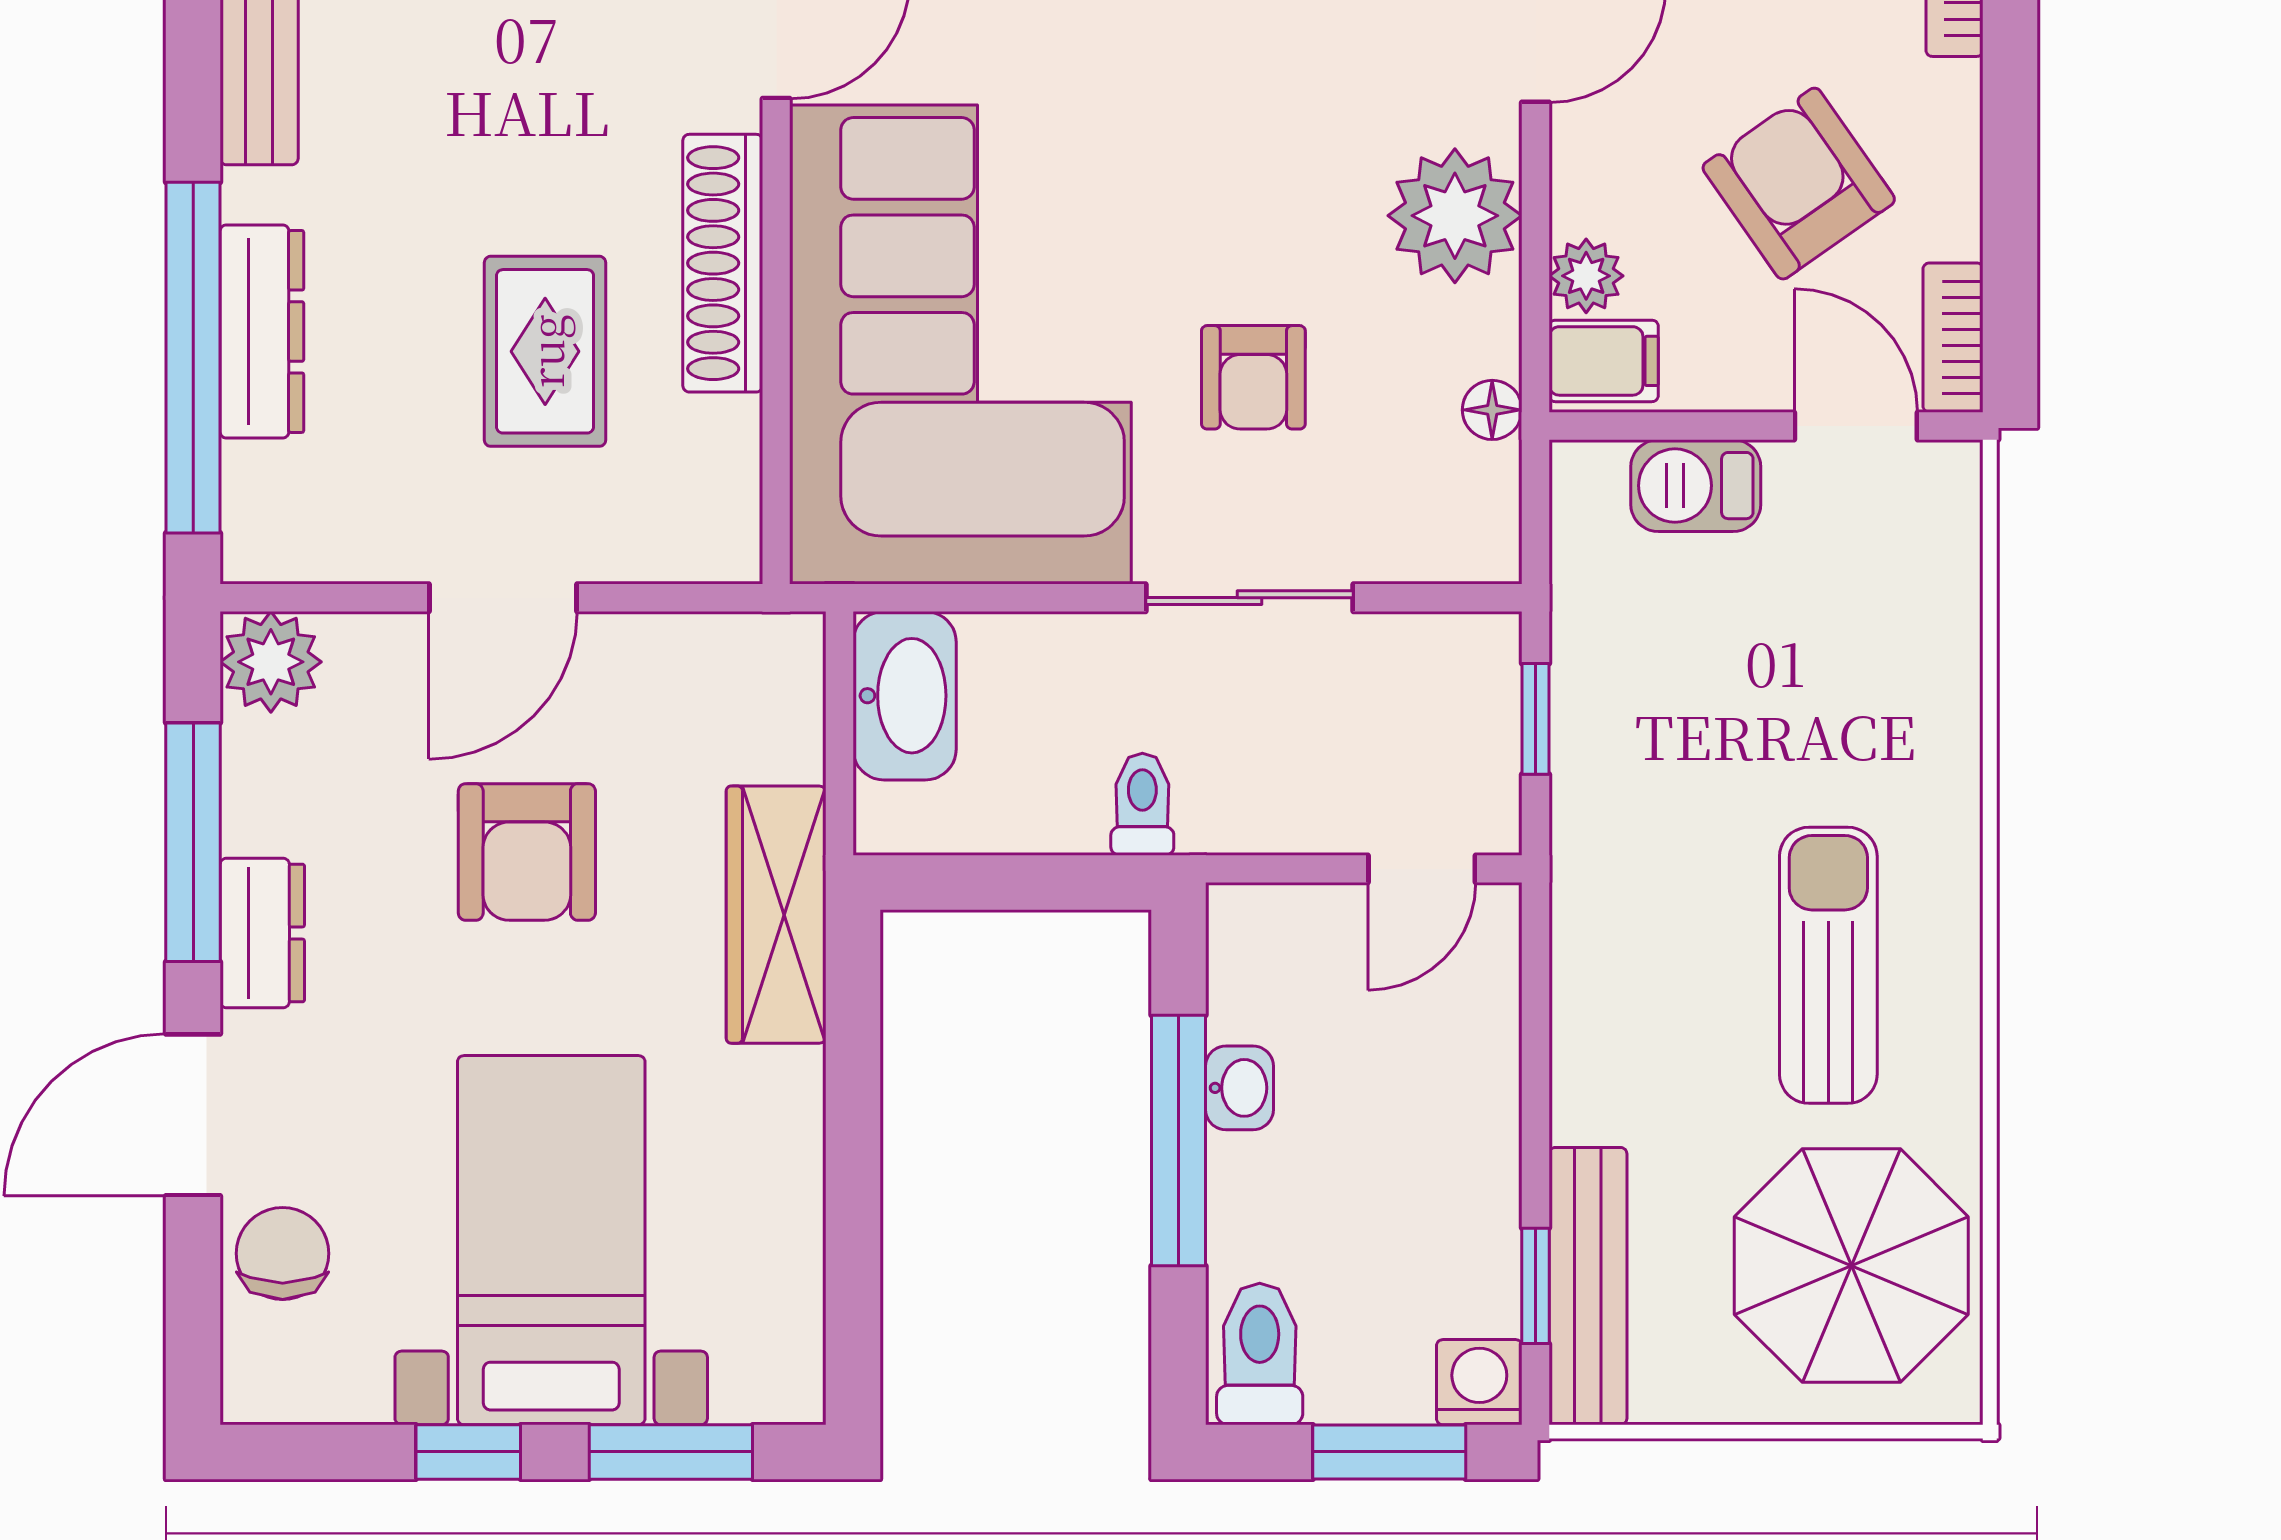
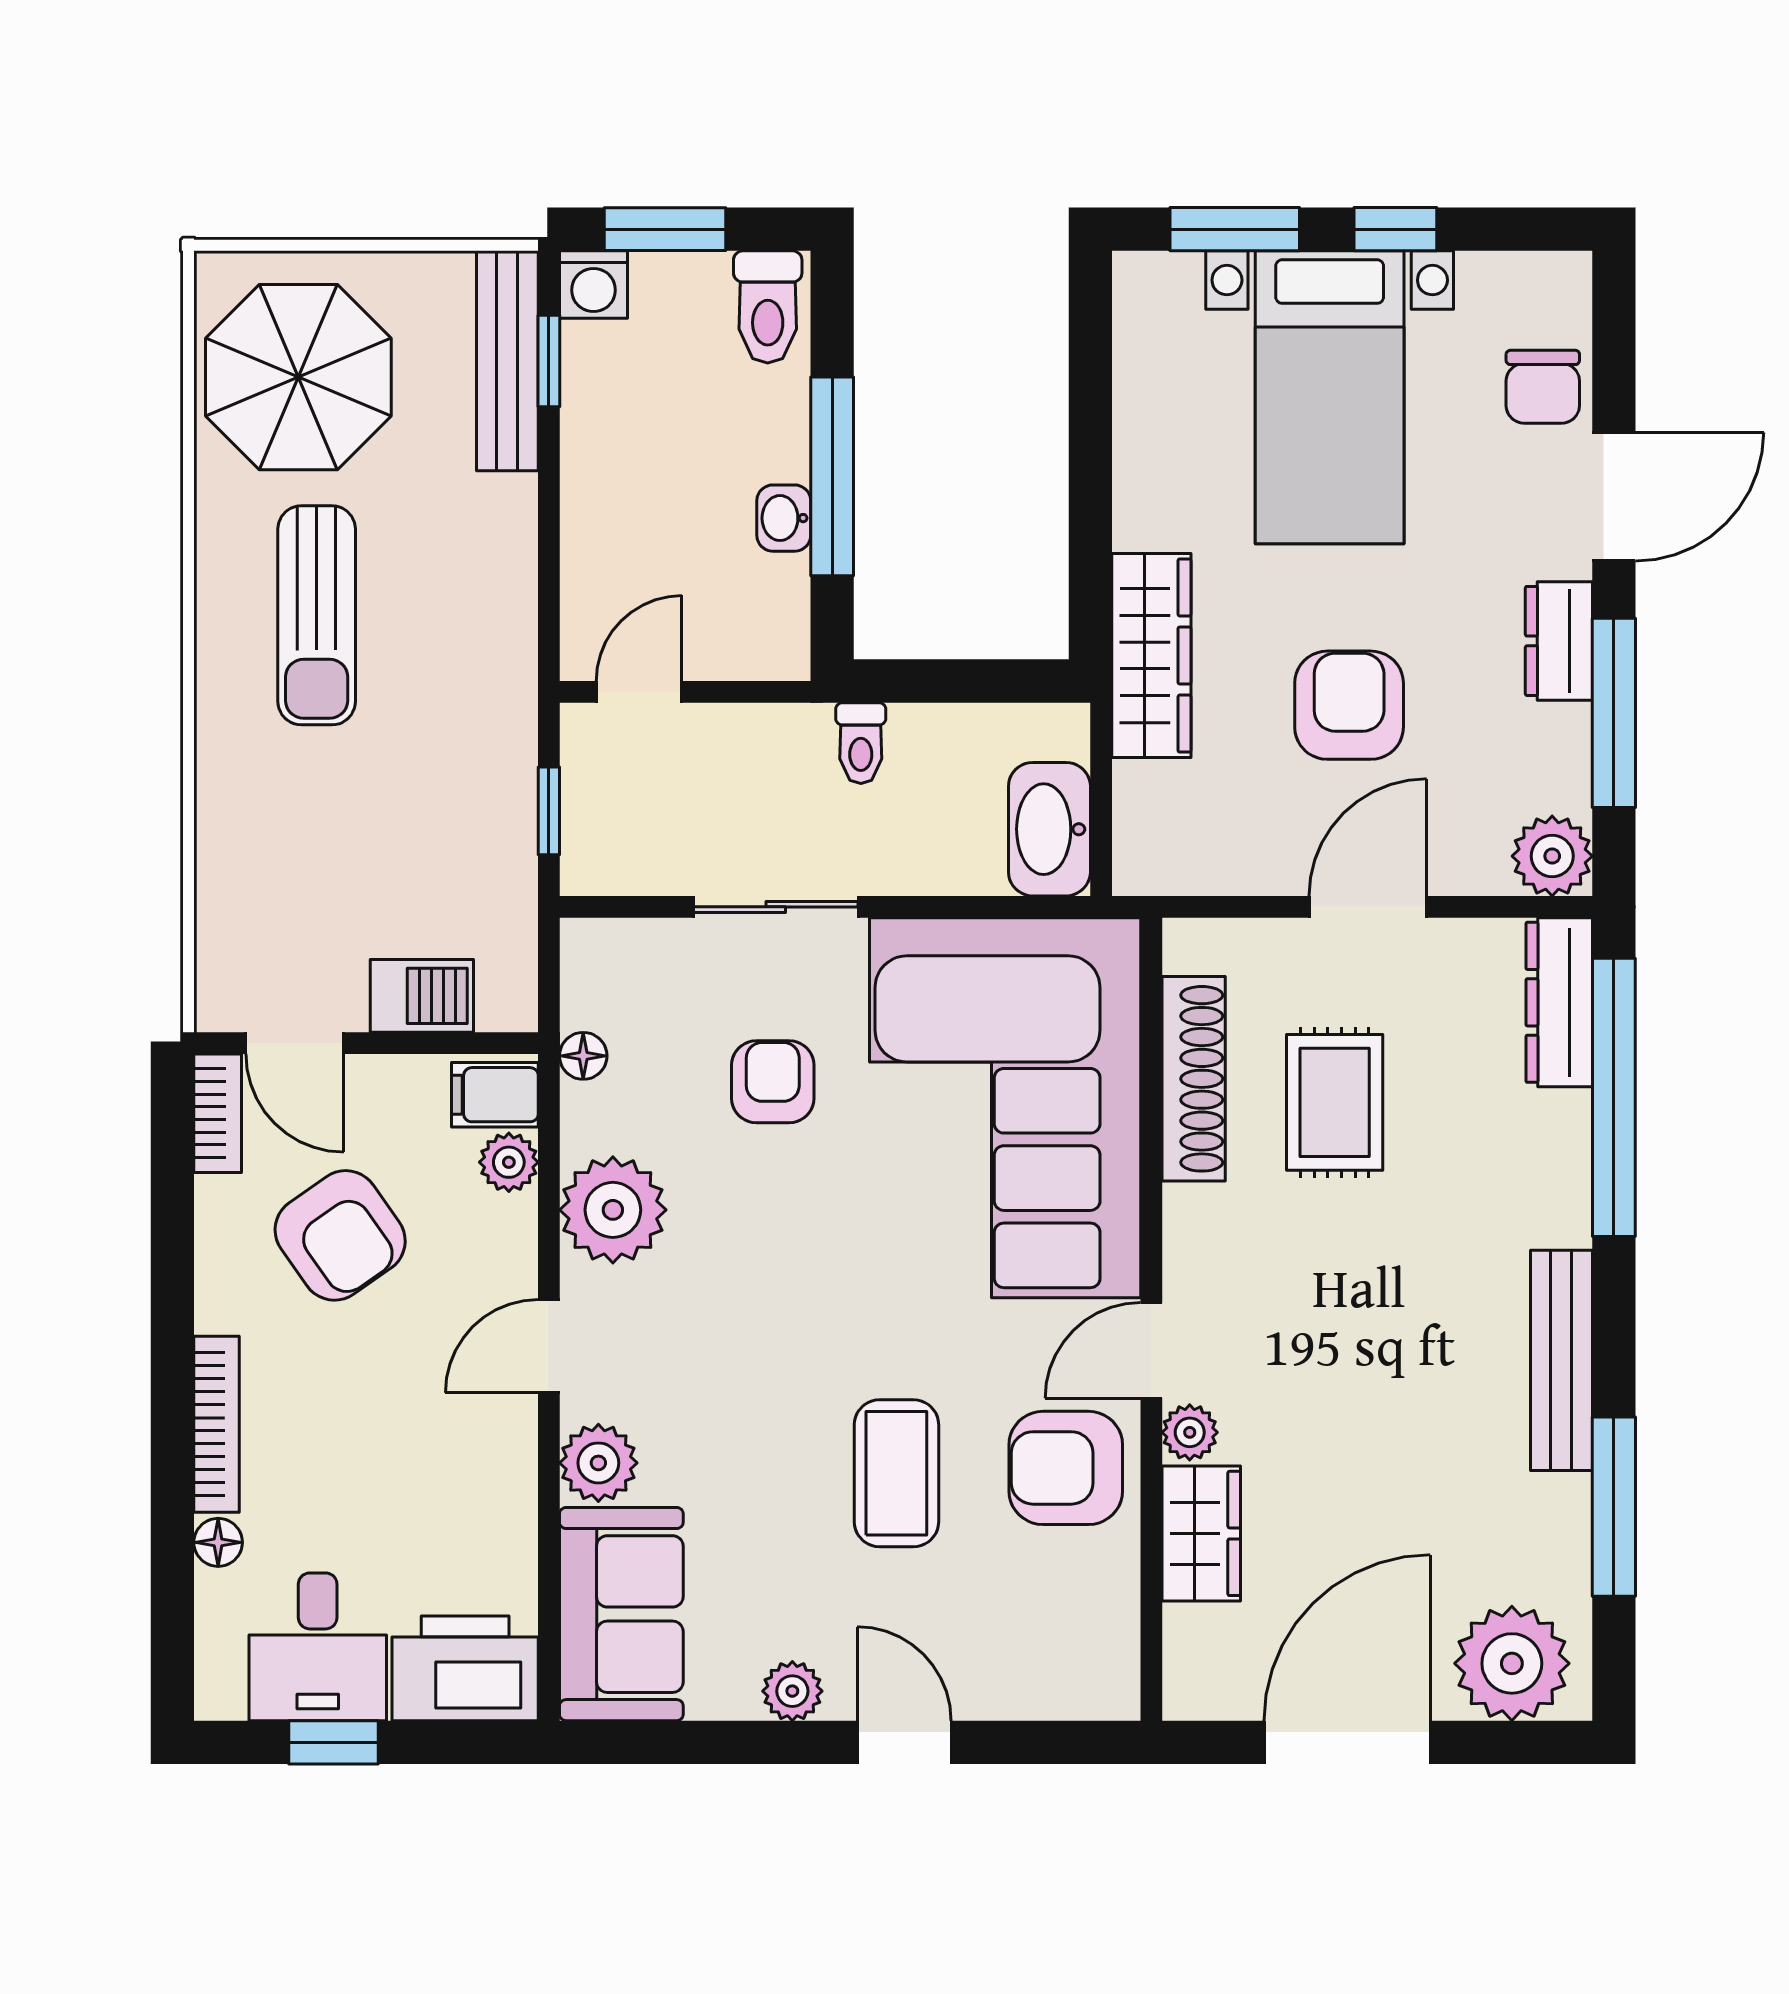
shoe rack: (723, 263) -> (1194, 1079), moved
dresser: (262, 331) -> (1559, 1002), moved

